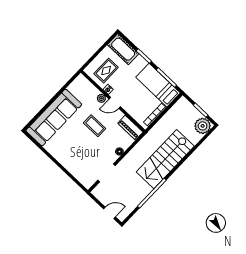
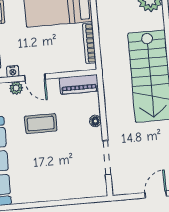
door: (115, 103) -> (35, 77), hinge flipped

